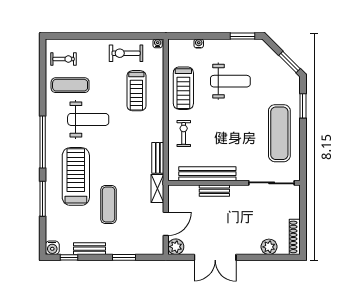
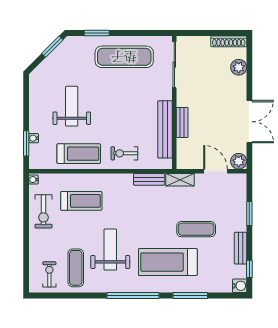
window: (242, 36) -> (26, 143), moved

